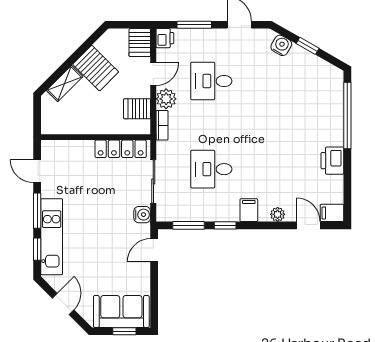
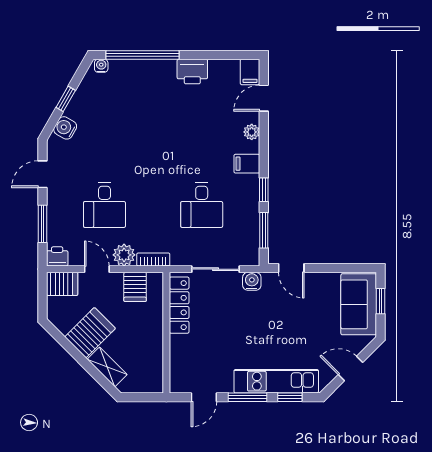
water cooler: (338, 78) -> (101, 66), added

